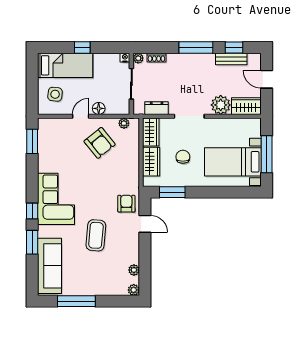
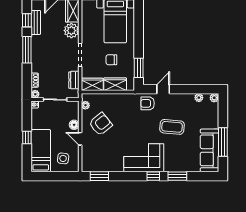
sofa: (49, 266) -> (210, 150), moved, turned -90

